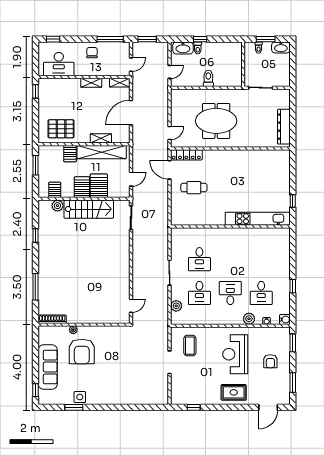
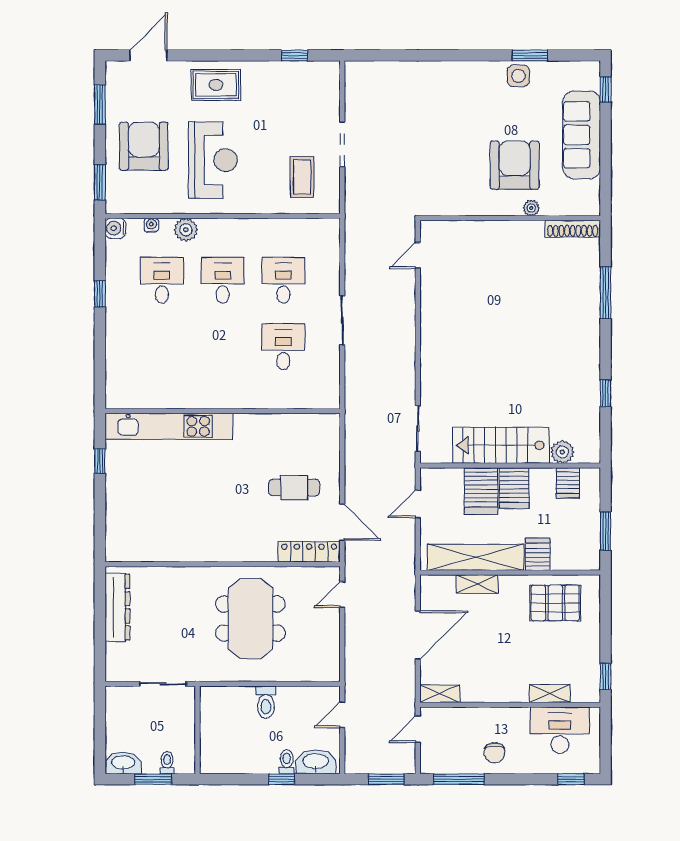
shelving: (91, 83) -> (550, 694), moved
meeting table: (216, 121) -> (250, 619), turned 90
desk: (230, 293) -> (223, 280), turned 180
plant: (176, 306) -> (329, 255), removed
armchair: (270, 361) -> (144, 146), width x1.88, depth x1.88

